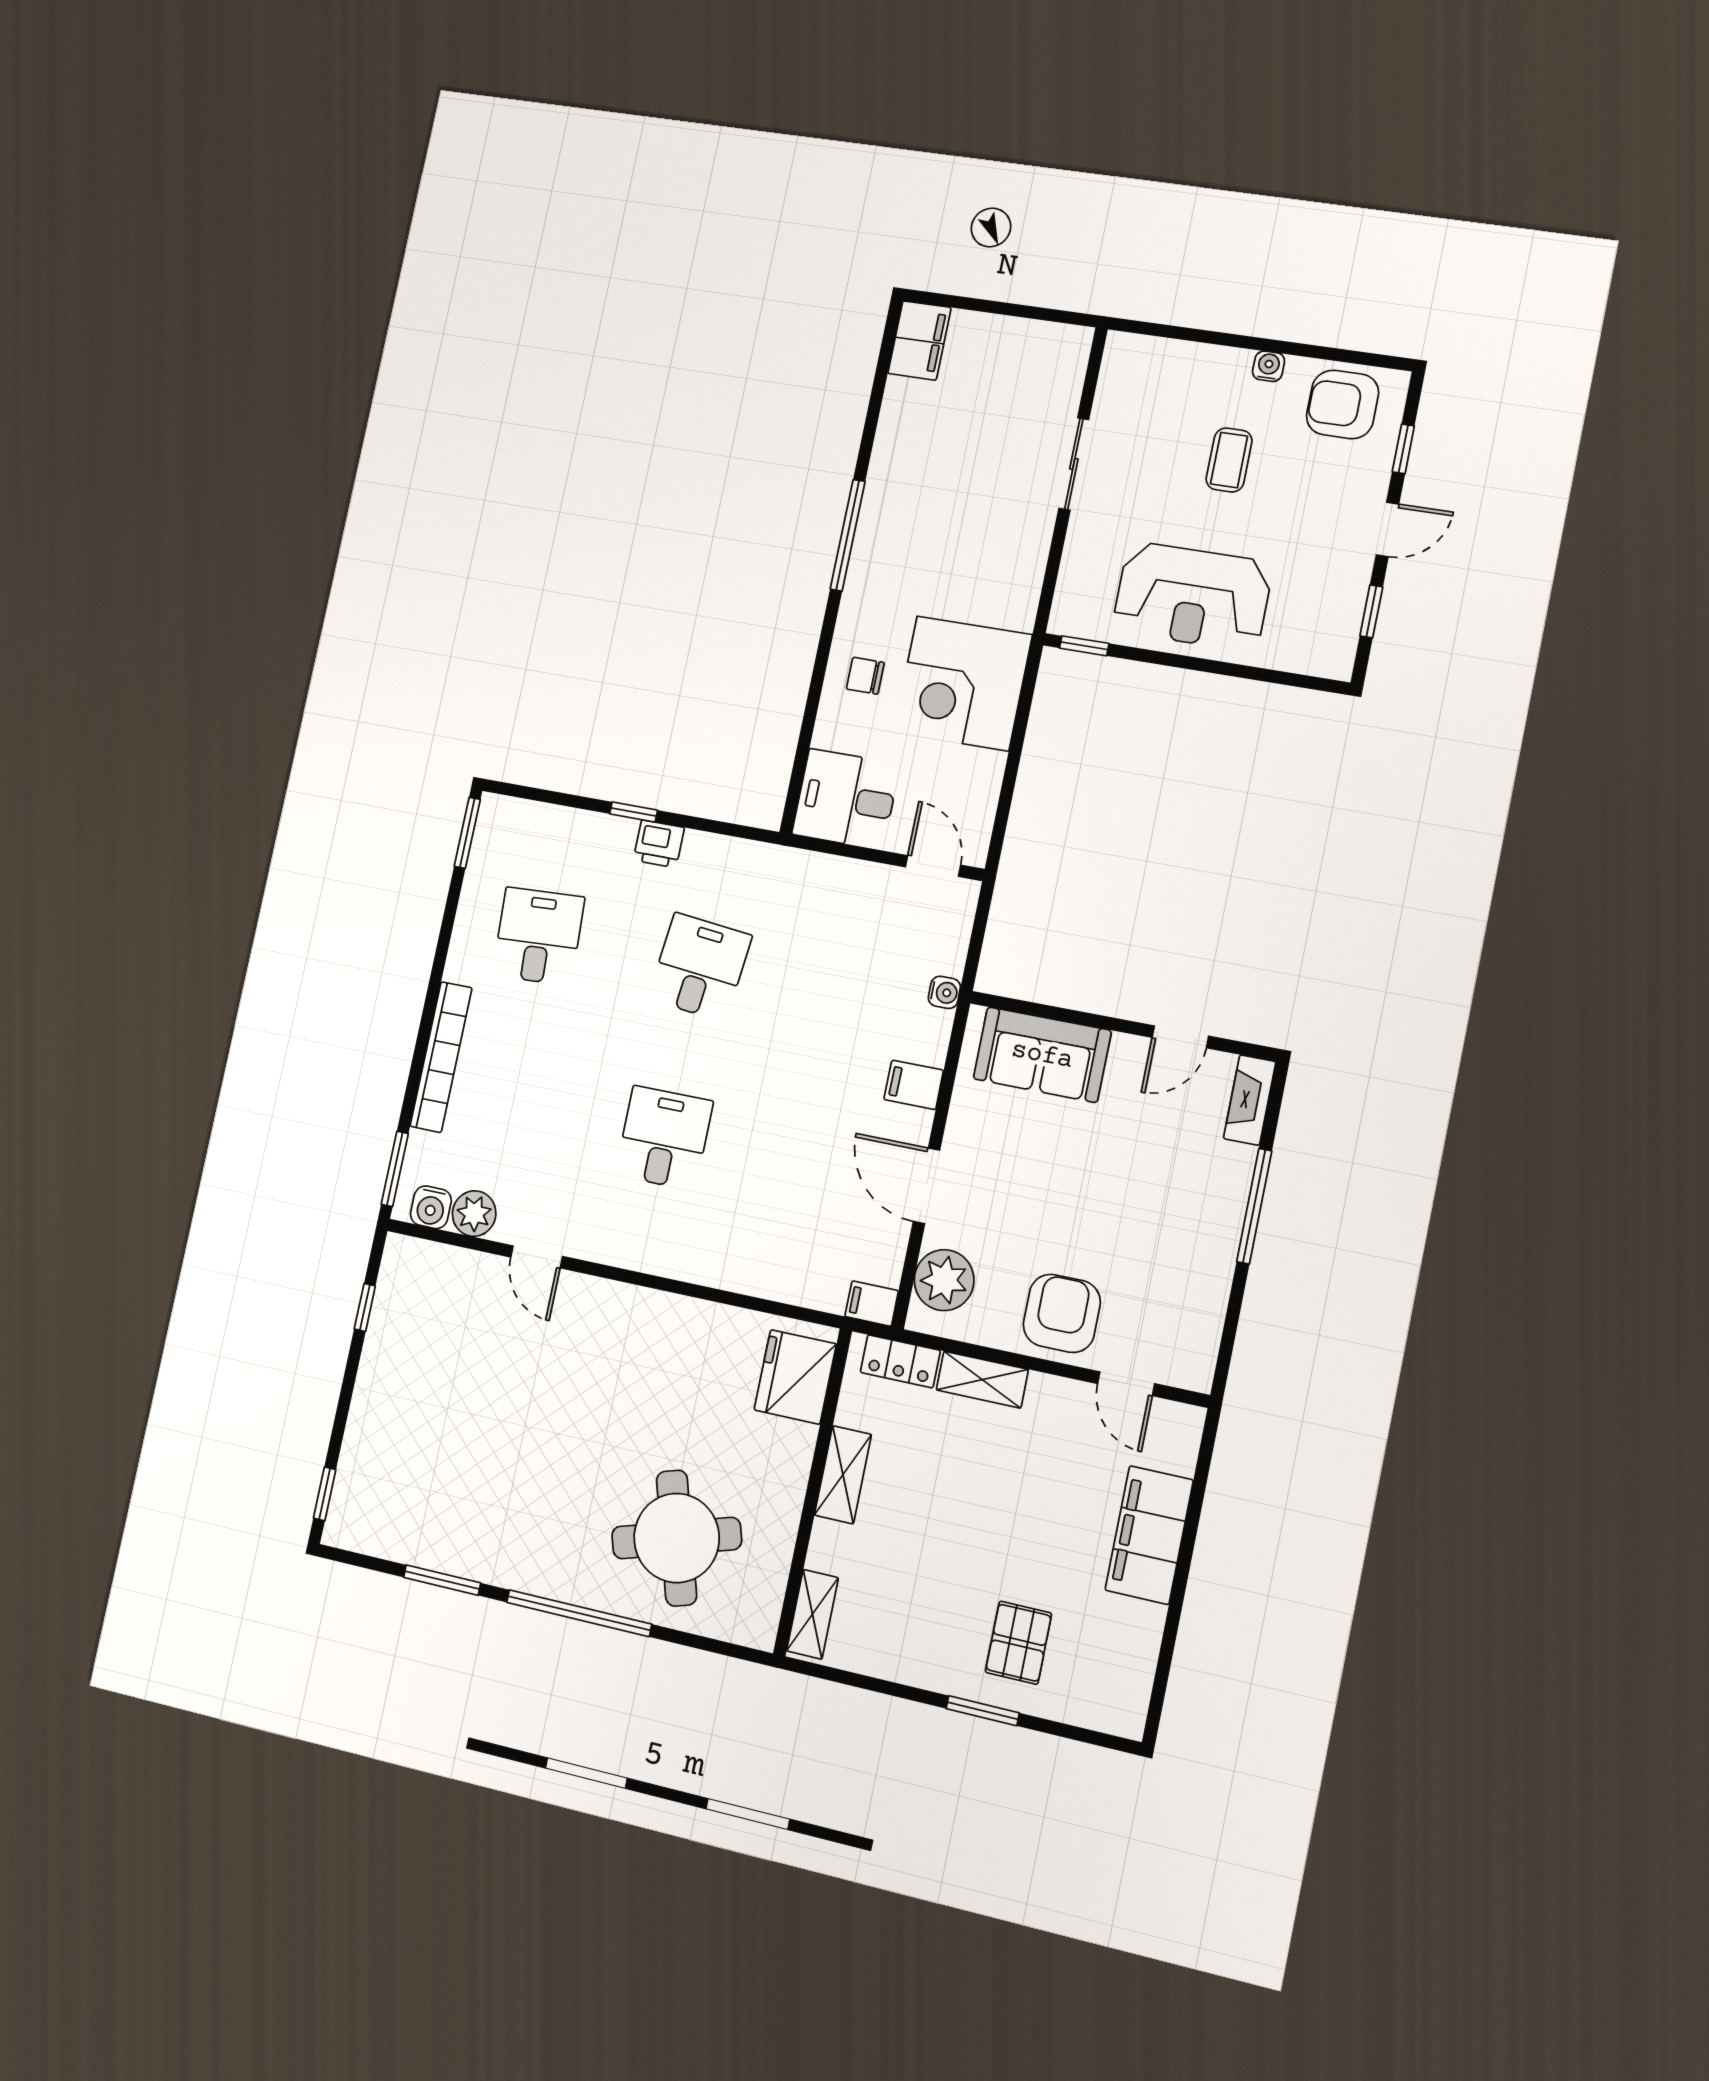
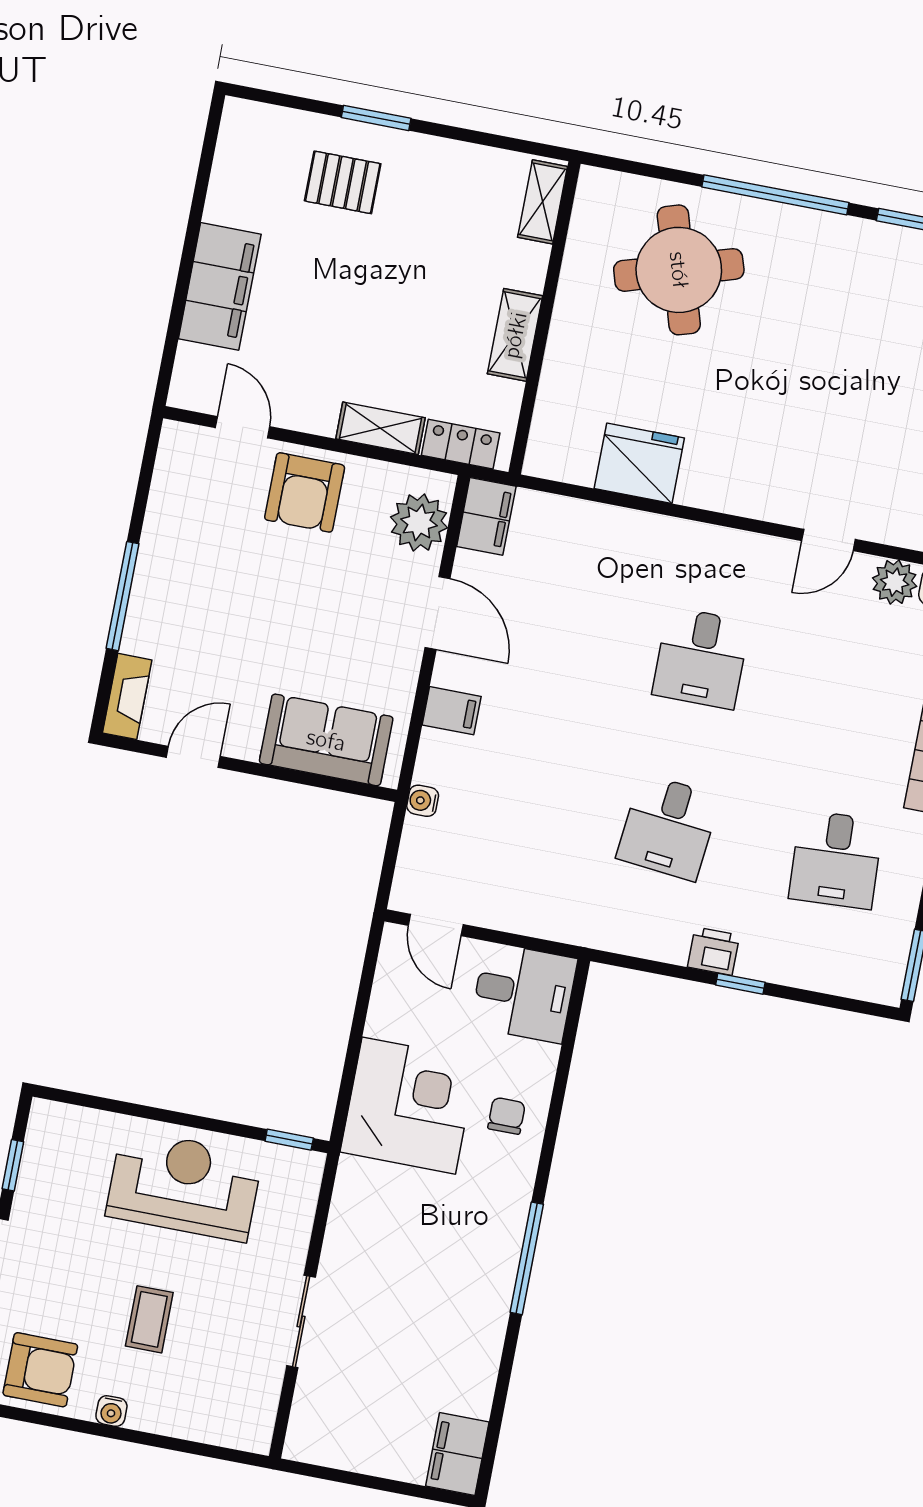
chair: (865, 676) -> (507, 1116), turned -90
door: (537, 1257) -> (828, 540), swing flipped
filing cabinet: (872, 1304) -> (486, 516), width x2.00
fridge: (795, 1377) -> (639, 463), moved, turned -90
pallet: (1019, 1643) -> (343, 182), turned 90

